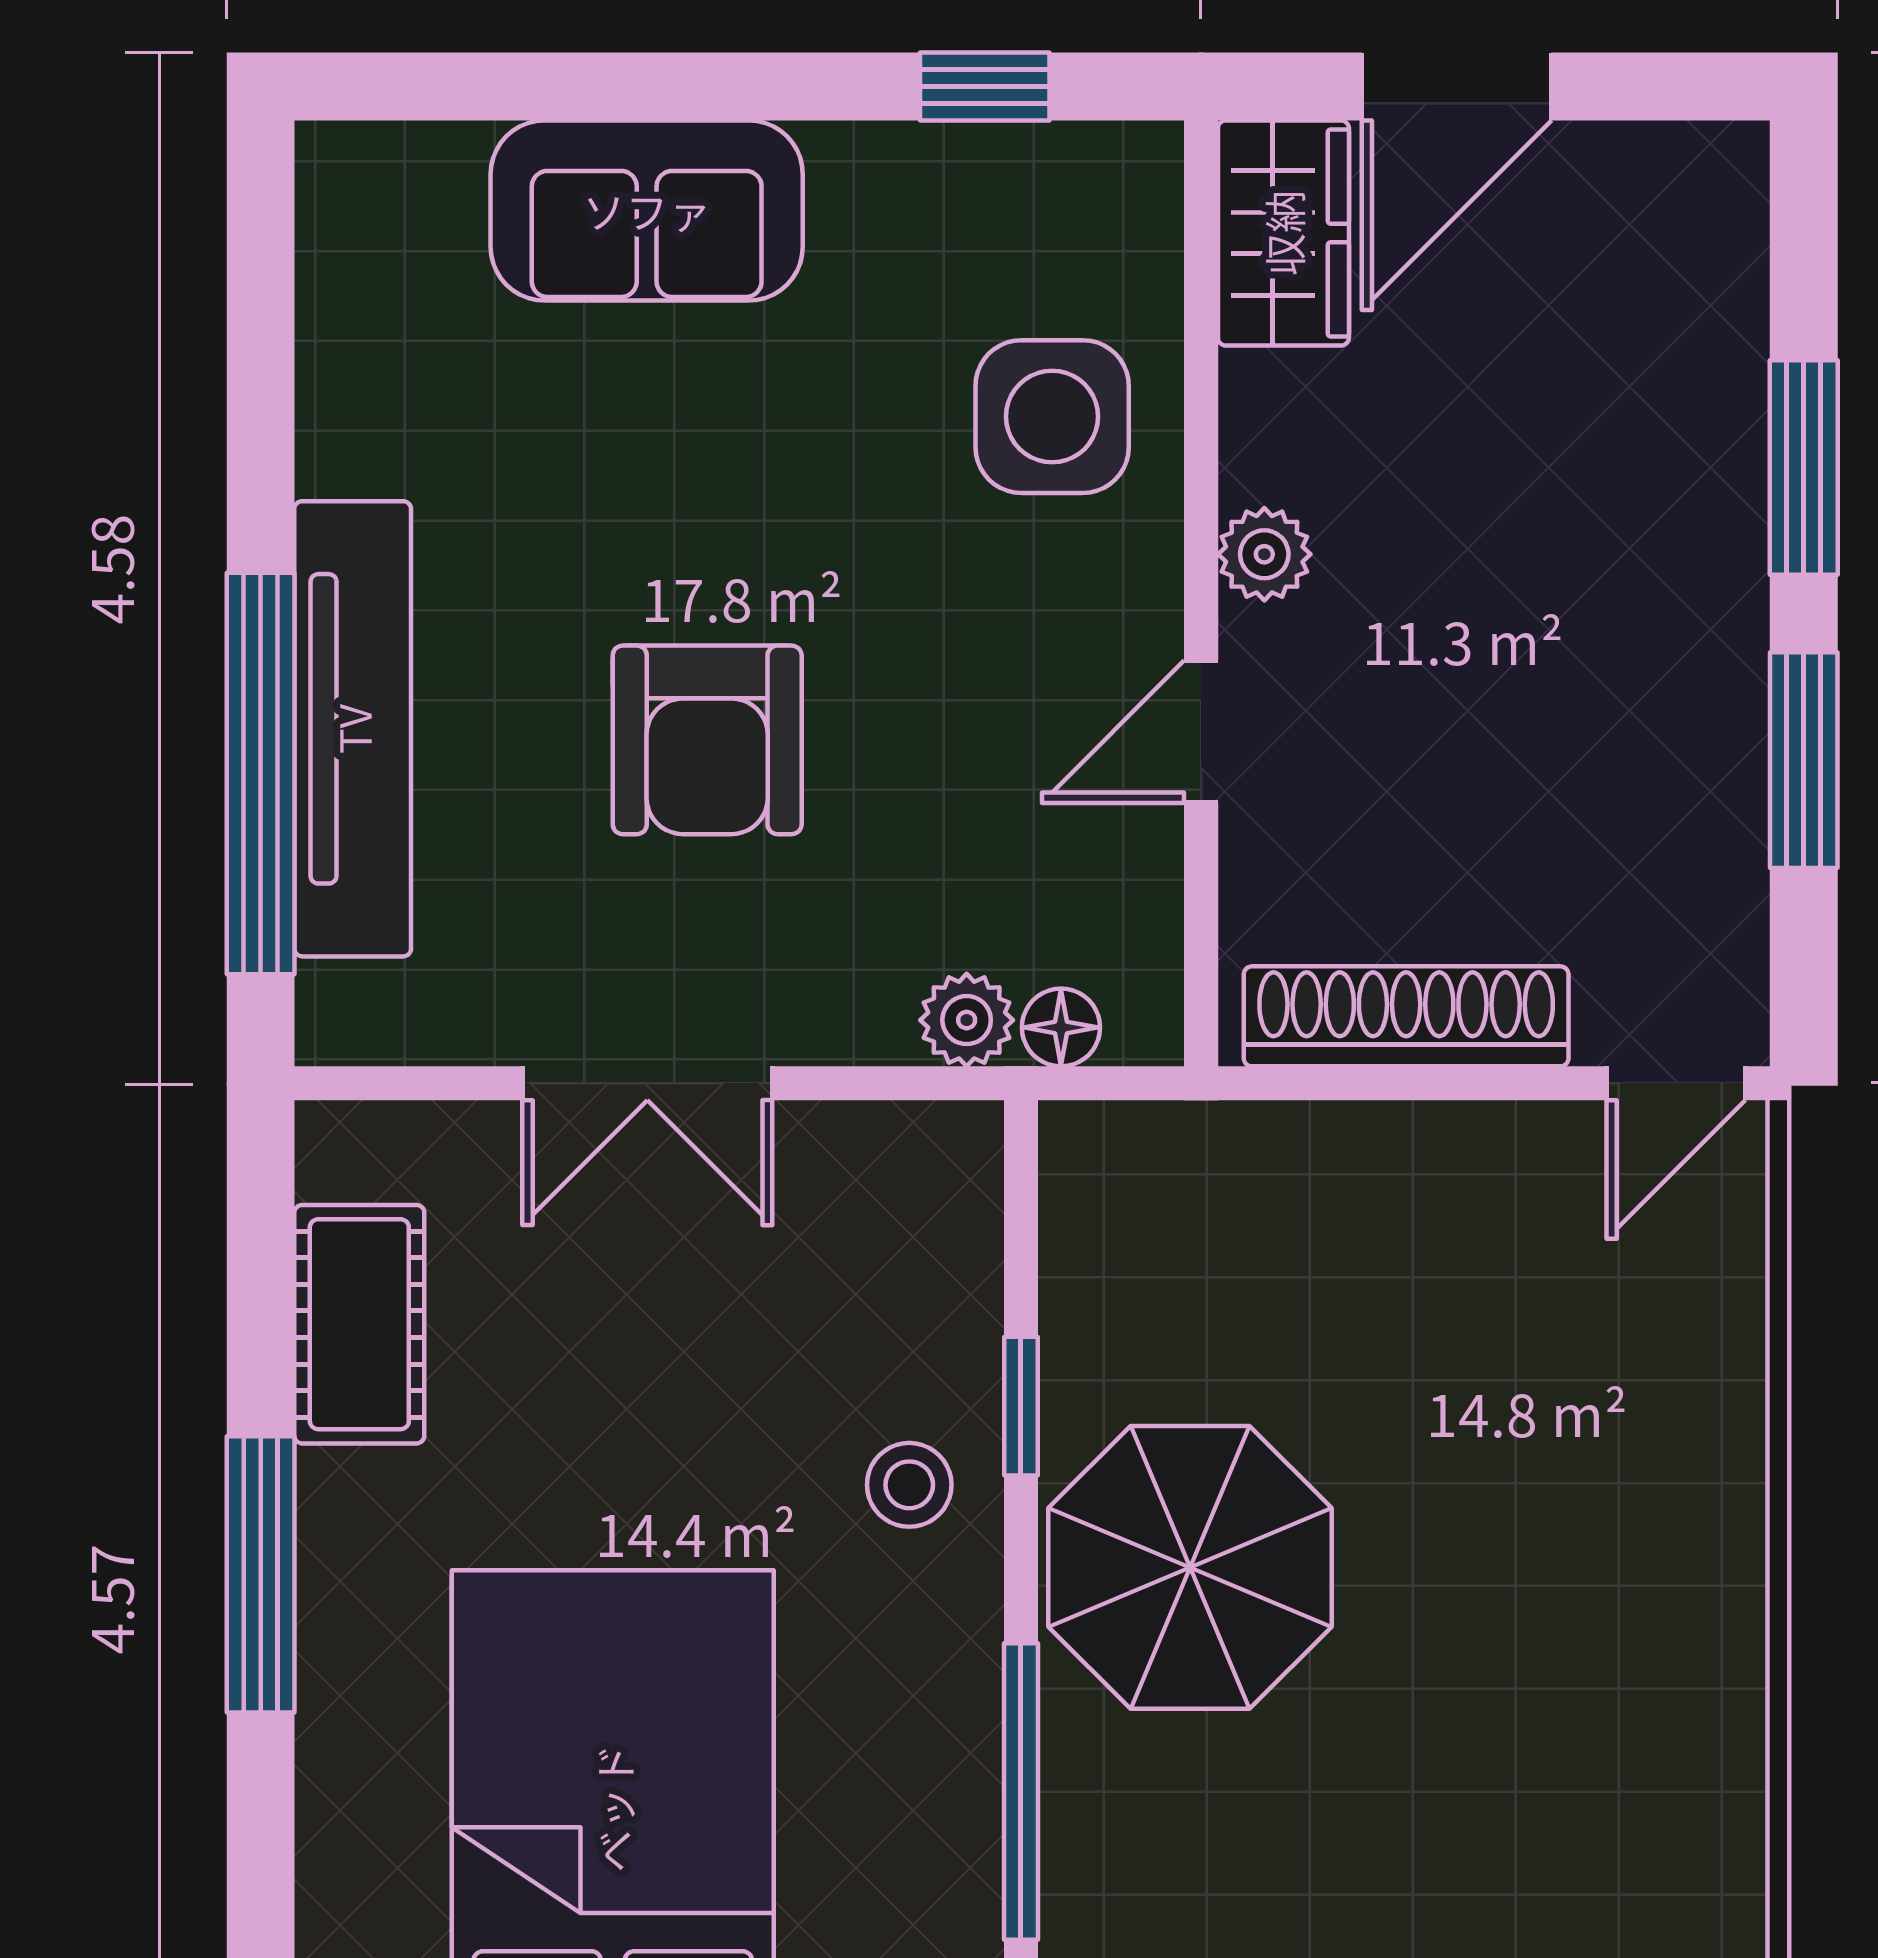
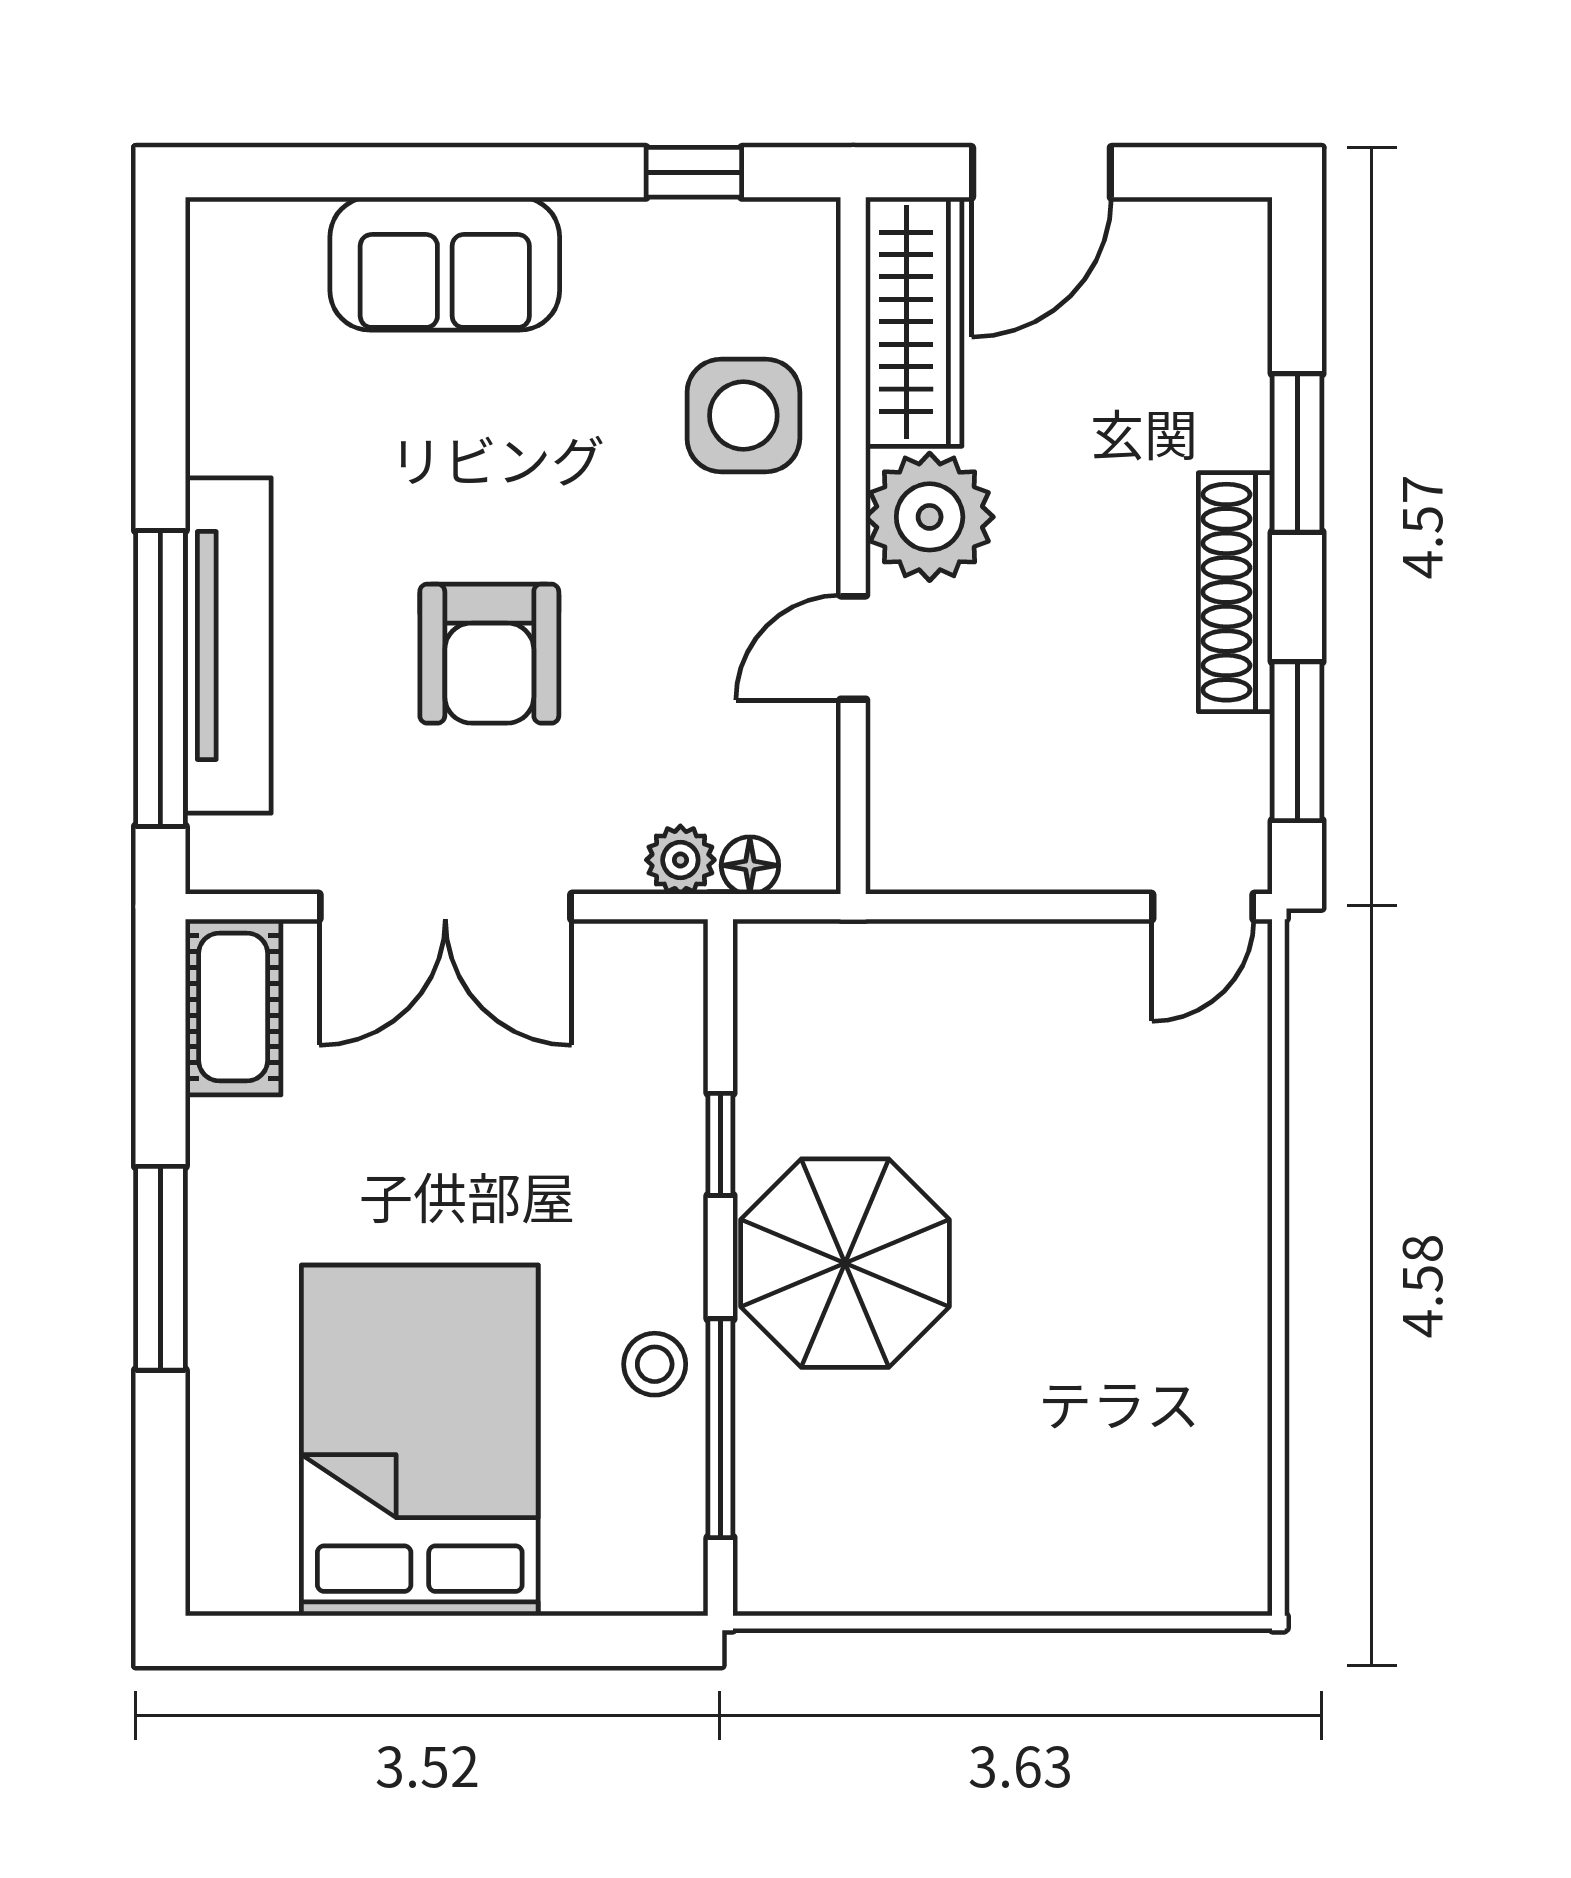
wardrobe: (1283, 233) -> (914, 322), width x1.50
plant: (1264, 554) -> (930, 517), width x1.88, depth x1.88
window: (1804, 760) -> (1297, 741), moved
shoe rack: (1406, 1016) -> (1235, 592), moved, turned -90
double door: (647, 1083) -> (445, 907), width x1.37
cot: (359, 1324) -> (233, 1007), moved
stool: (909, 1485) -> (655, 1364), moved

